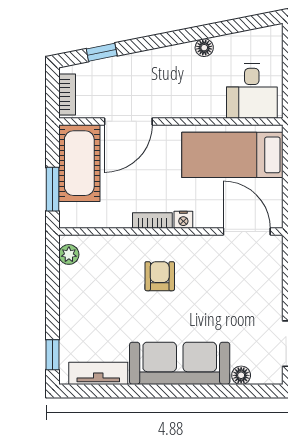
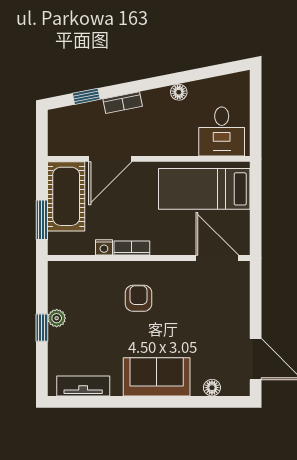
bookcase: (67, 94) -> (123, 103), moved, turned 79
nightstand: (183, 220) -> (104, 247), moved
plant: (69, 254) -> (57, 318), moved
window: (52, 355) -> (42, 328), moved
sofa: (180, 363) -> (157, 377), width x0.73

